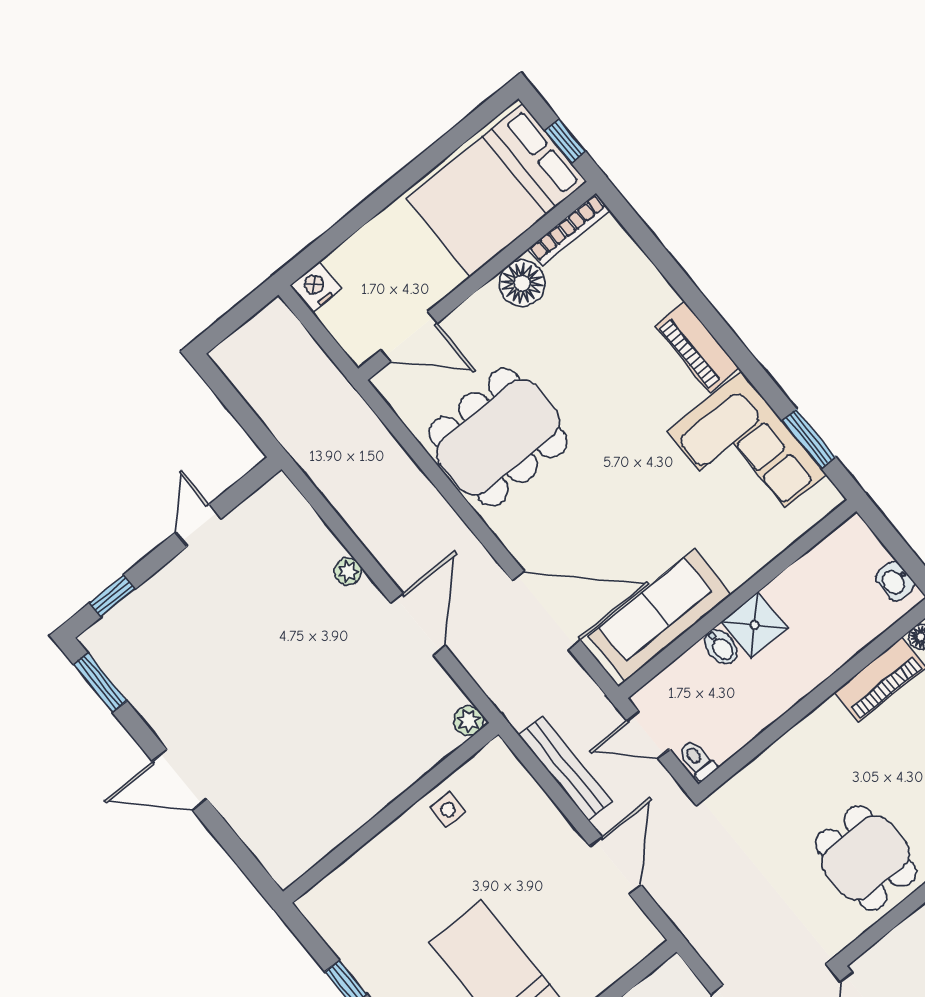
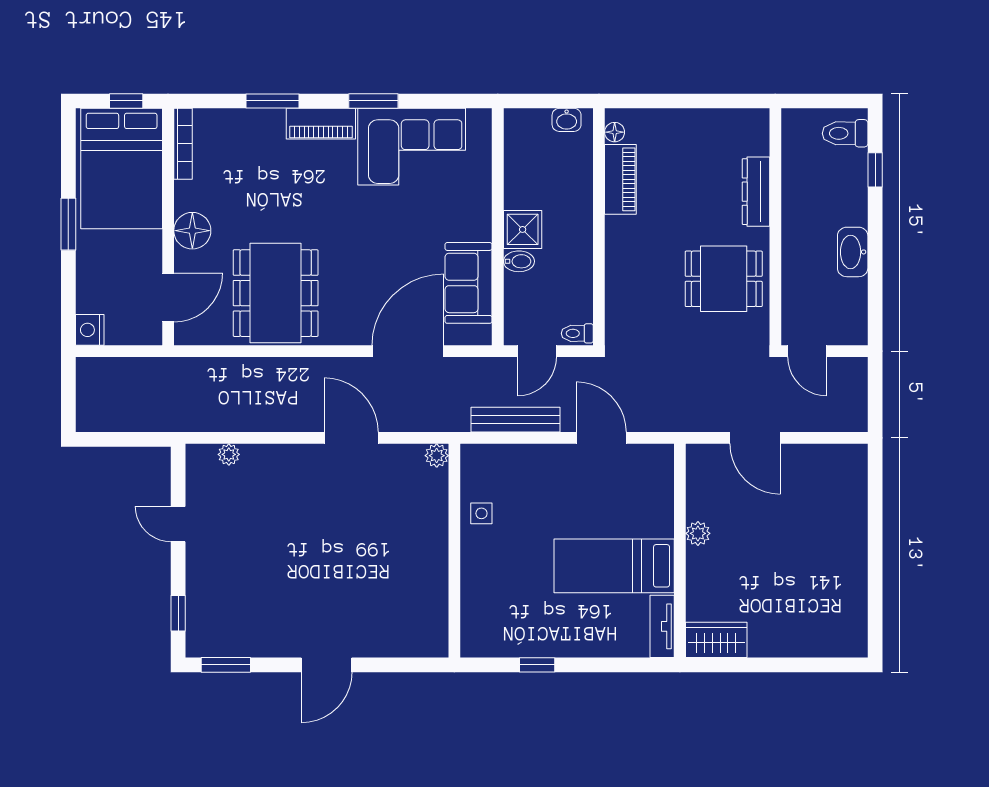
window: (401, 183) -> (68, 224), added
window: (681, 282) -> (272, 101), added
floor lamp: (522, 283) -> (192, 231), moved
window: (809, 439) -> (373, 101), moved
plant: (348, 571) -> (229, 454), moved
sofa: (660, 615) -> (468, 283), width x0.73

